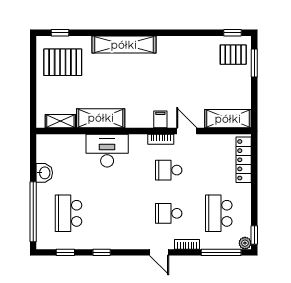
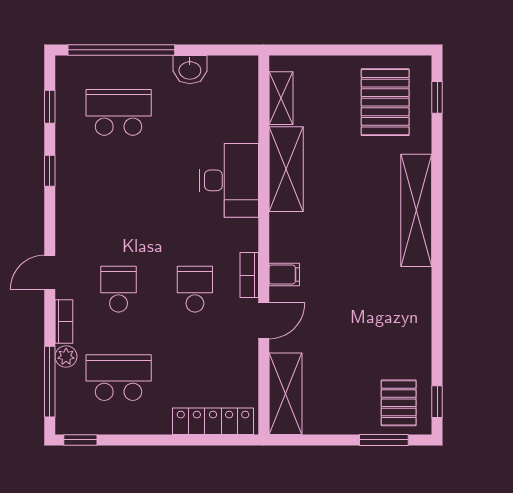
plant: (245, 243) -> (66, 357), moved

